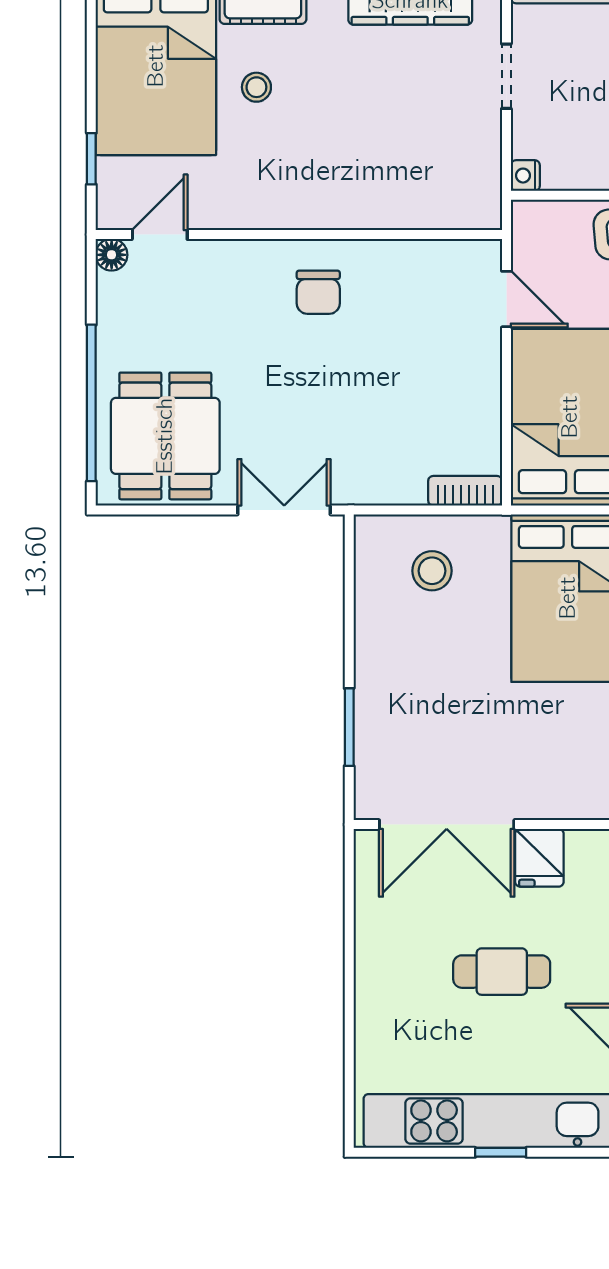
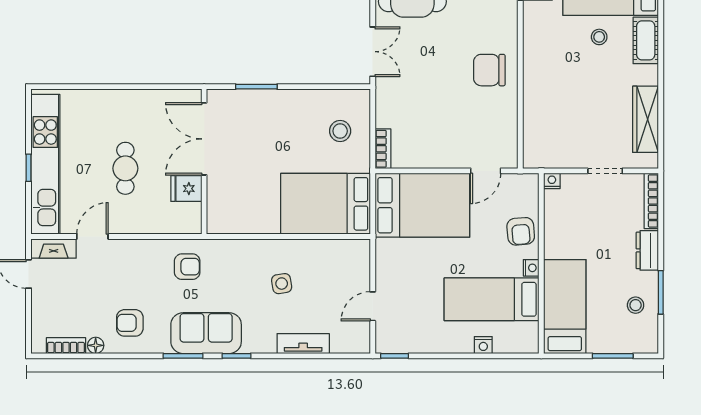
chair: (318, 292) -> (489, 70), width x1.37, depth x1.37

